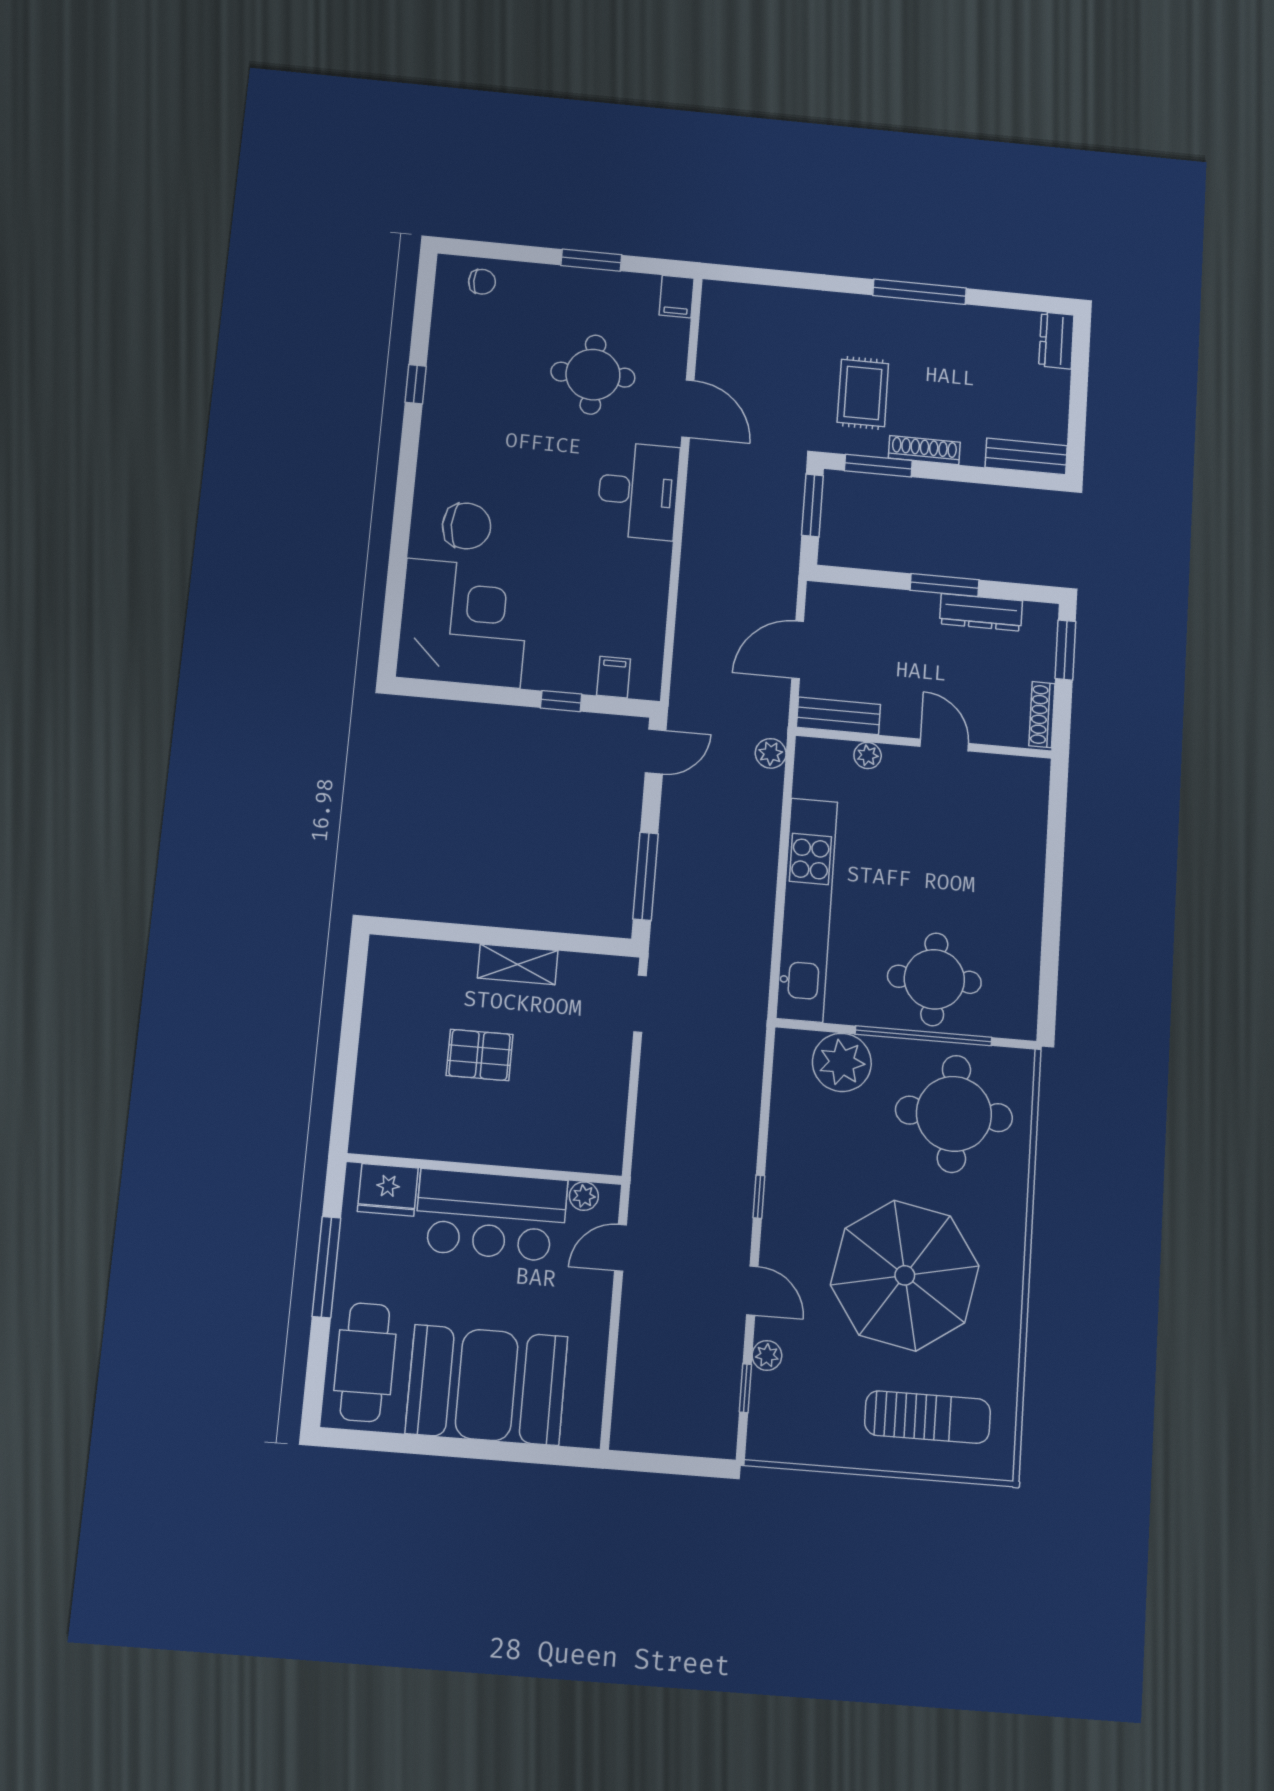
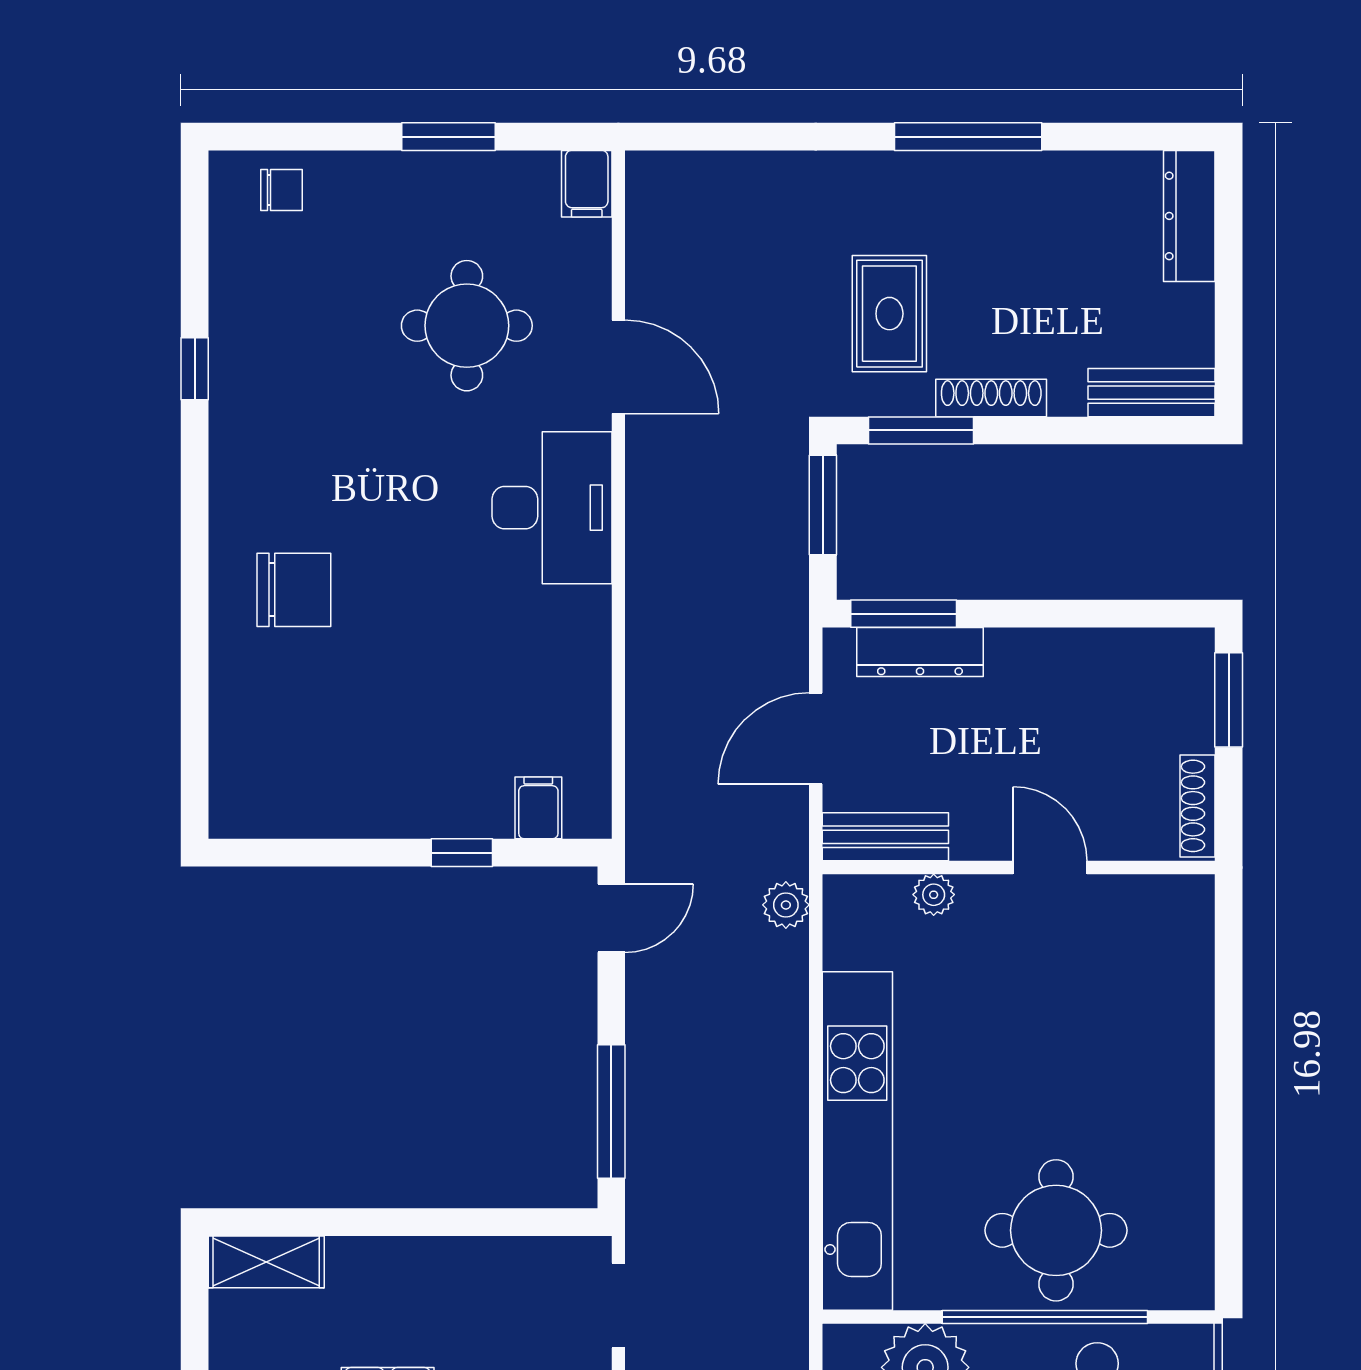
dresser: (1056, 340) -> (1189, 216), width x1.44
window: (945, 585) -> (904, 614), moved
dresser: (981, 612) -> (920, 652), moved
corner desk: (463, 623) -> (303, 744), removed
shelving: (518, 964) -> (266, 1262), moved

